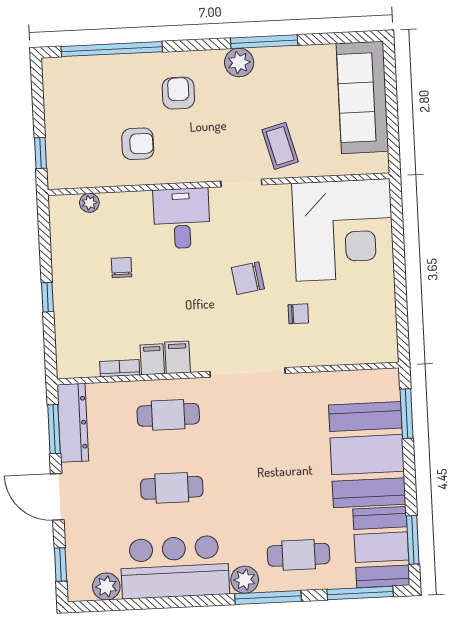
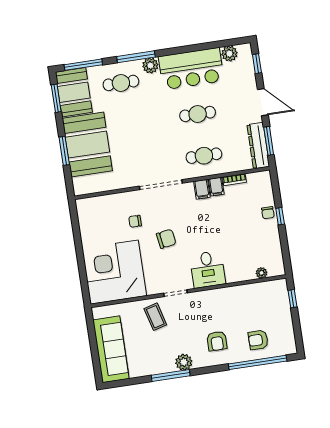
armchair: (138, 144) -> (258, 340), moved
chair: (122, 267) -> (268, 213), moved
window: (407, 414) -> (64, 151), moved

